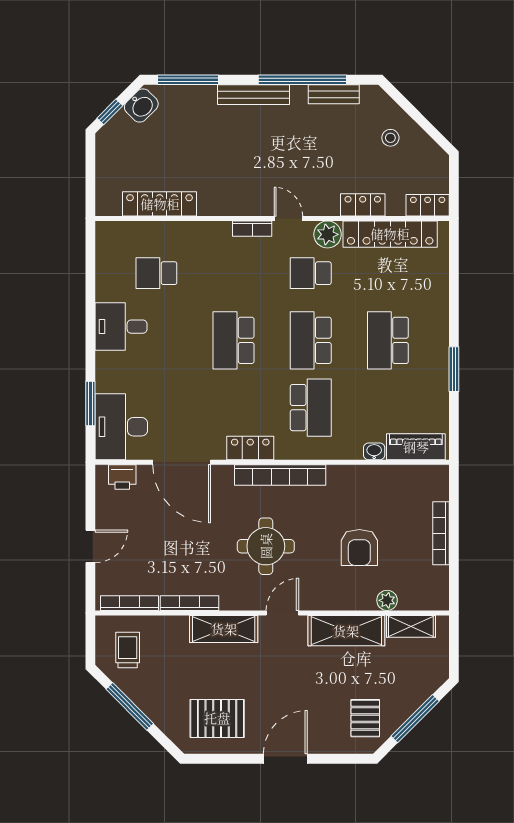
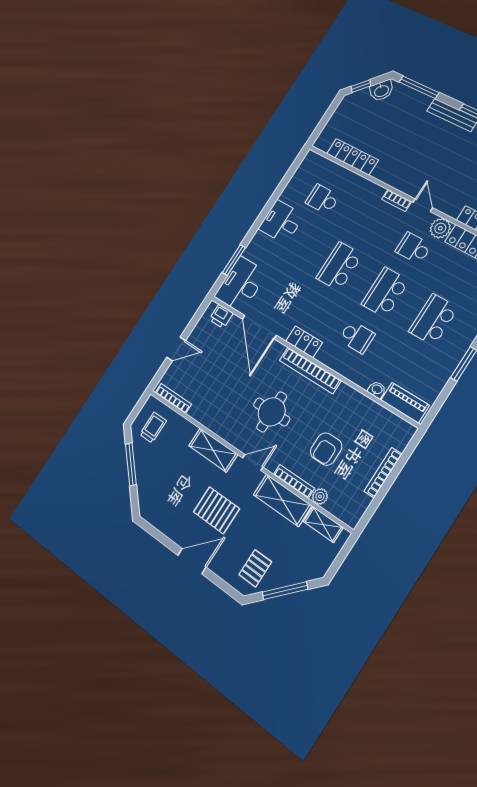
school desk: (311, 408) -> (357, 337), width x0.54
bookcase: (190, 603) -> (294, 481), moved
pallet: (217, 718) -> (216, 510), moved

